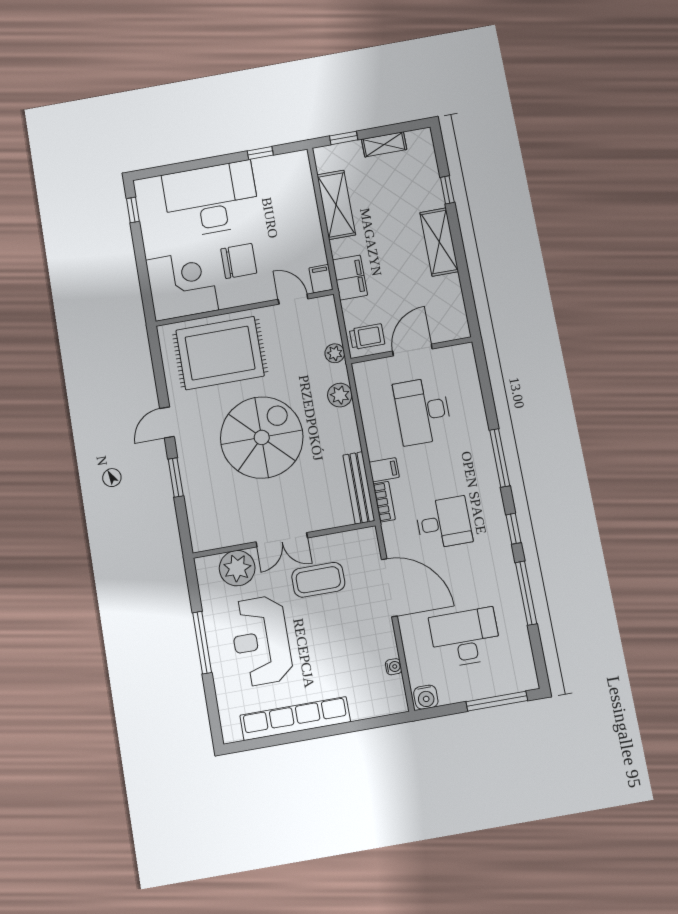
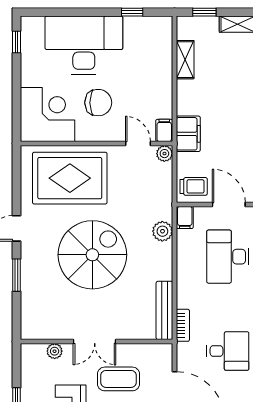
shelving: (336, 205) -> (185, 60), width x0.67, depth x0.75
door: (412, 350) -> (229, 204), hinge flipped
plant: (335, 353) -> (164, 154), moved
filing cabinet: (384, 470) -> (185, 218), moved, turned 90
plant: (237, 568) -> (55, 351), width x0.53, depth x0.53

